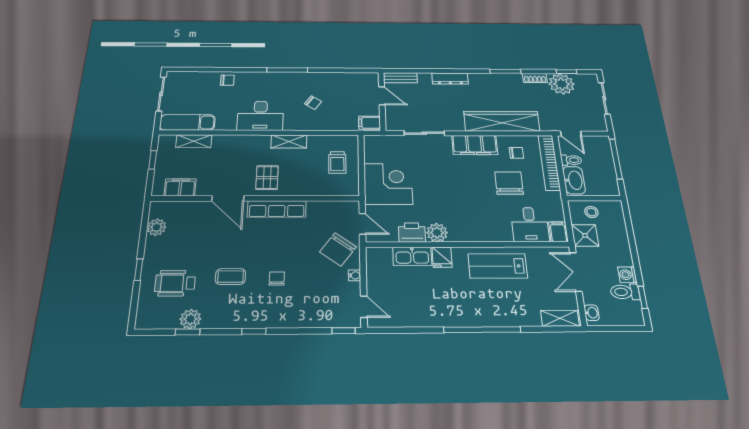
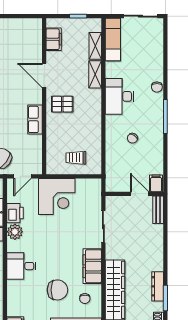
dresser: (450, 79) -> (158, 286), moved
chair: (227, 80) -> (157, 87), moved
door: (382, 96) -> (140, 194), swing flipped
filing cabinet: (370, 123) -> (156, 183), moved
shelving: (289, 141) -> (95, 74), moved
door: (228, 198) -> (44, 76), hinge flipped
row of seats: (277, 209) -> (35, 119), width x0.68
desk: (530, 225) -> (21, 266), moved
plant: (157, 227) -> (20, 25), removed

